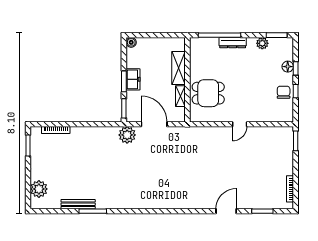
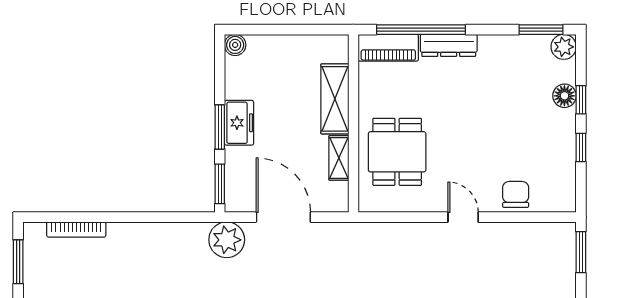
plant: (262, 43) -> (564, 47), moved
piano: (204, 44) -> (388, 48), added
chair: (284, 92) -> (516, 194), moved
dining table: (208, 93) -> (397, 152), turned 90
door: (240, 124) -> (463, 217), swing flipped

